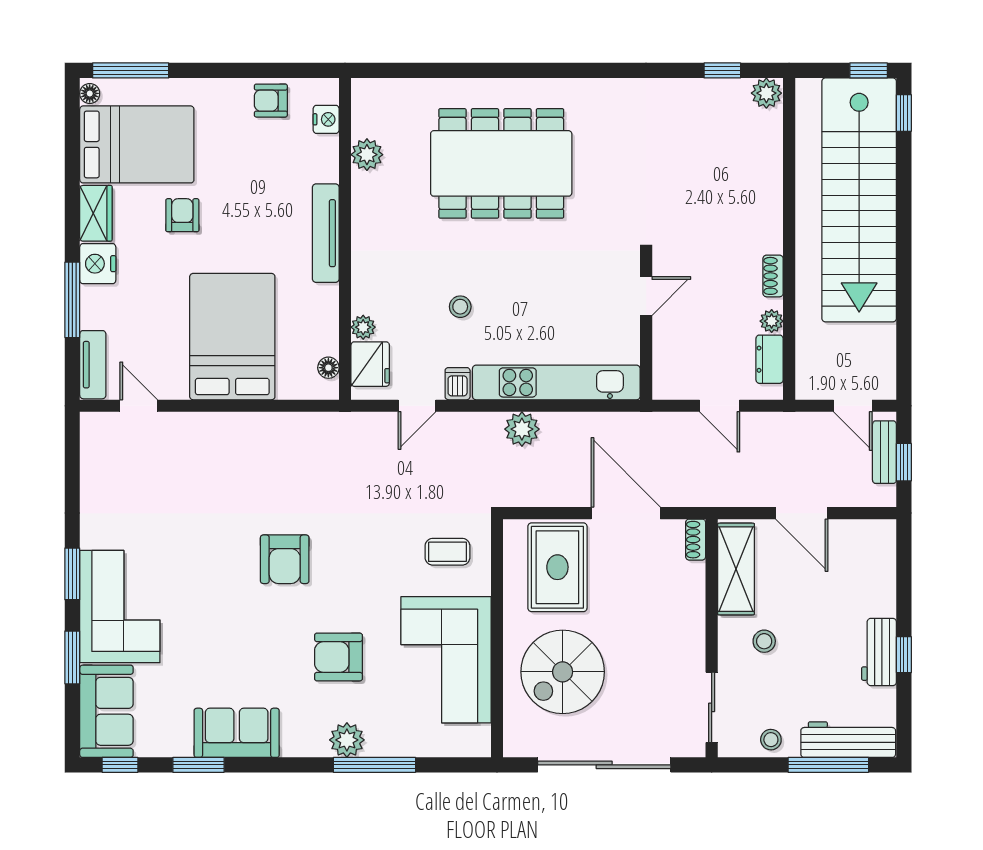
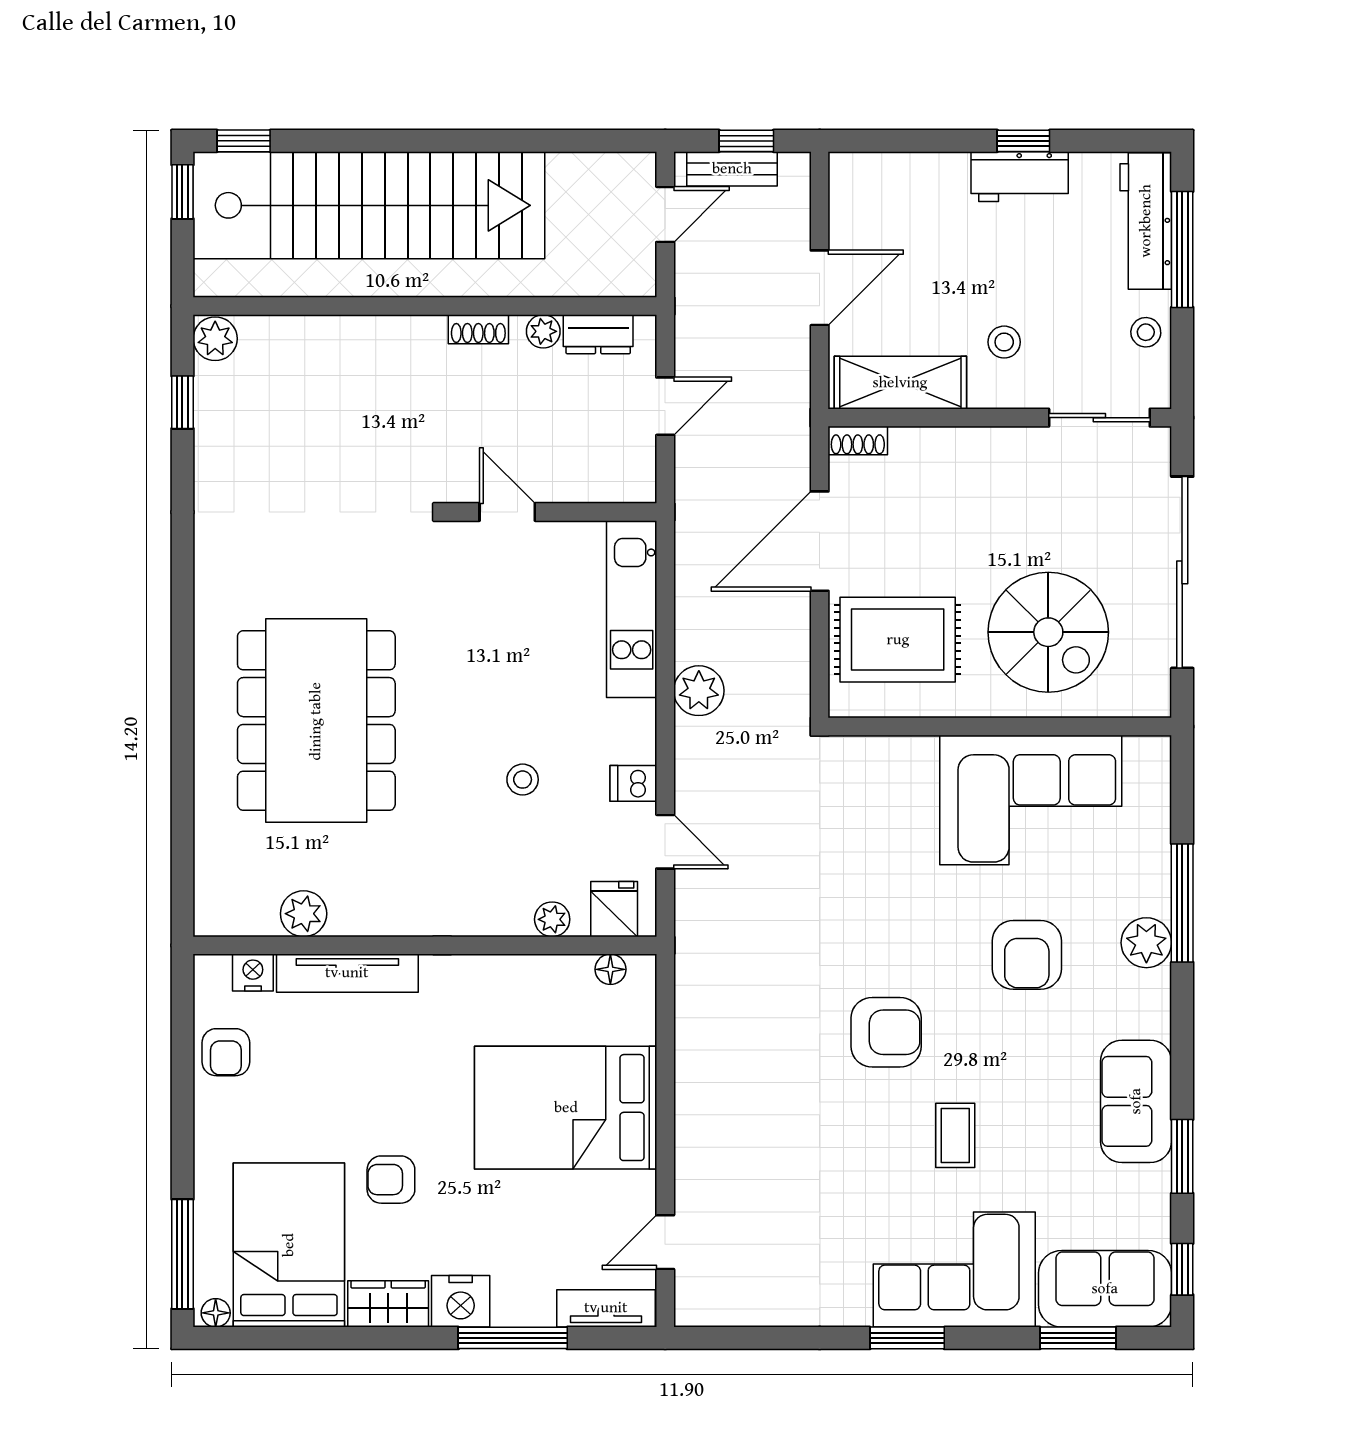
tv unit: (326, 233) -> (347, 973), moved
fridge: (370, 364) -> (614, 909), width x0.72
kitchen unit: (556, 382) -> (632, 609), width x0.73
coffee table: (447, 552) -> (955, 1135), moved
window: (72, 657) -> (1078, 1338), moved

